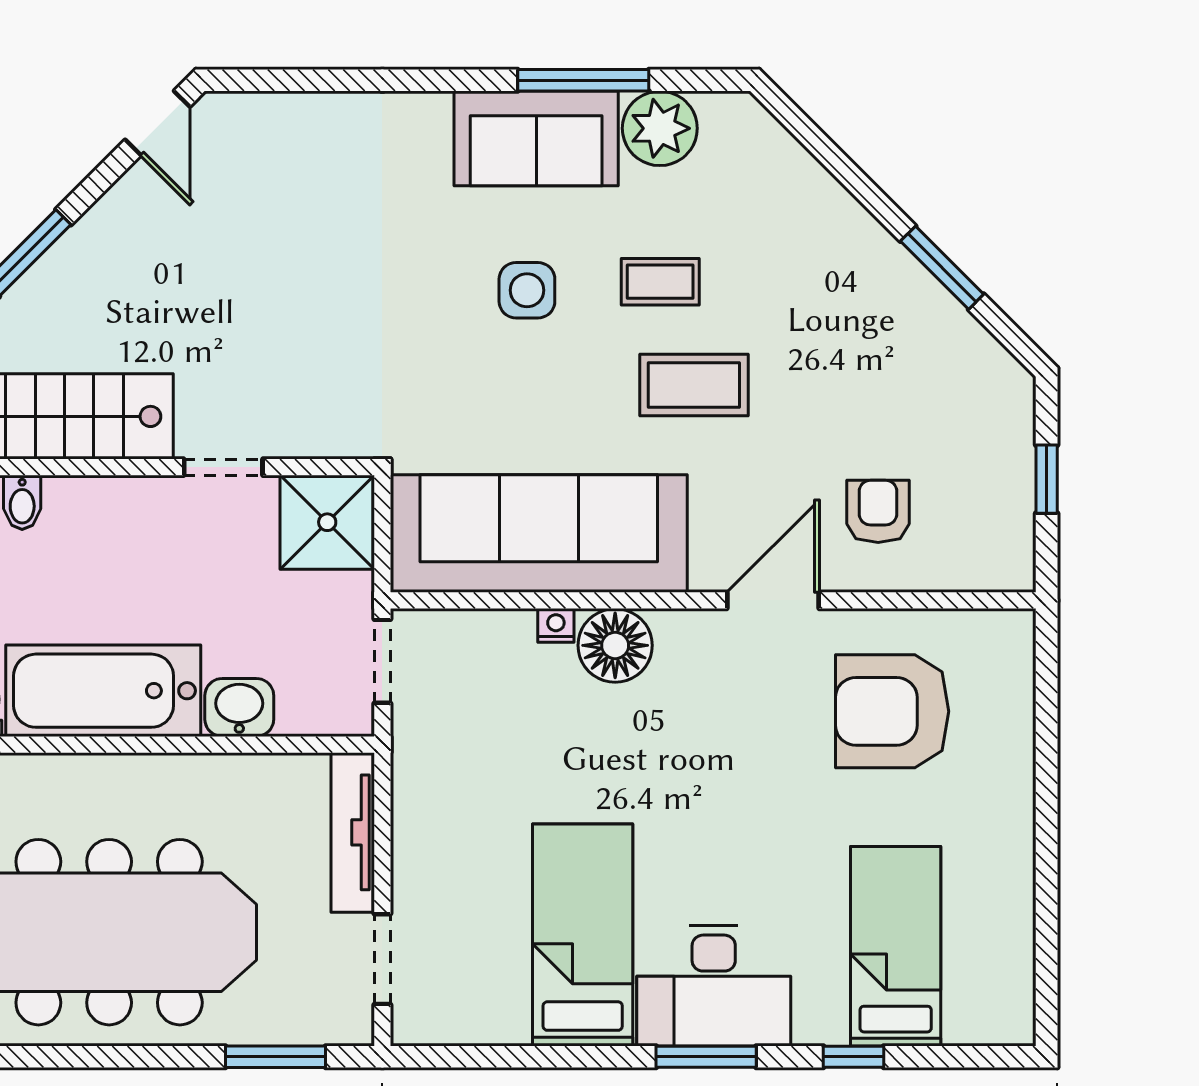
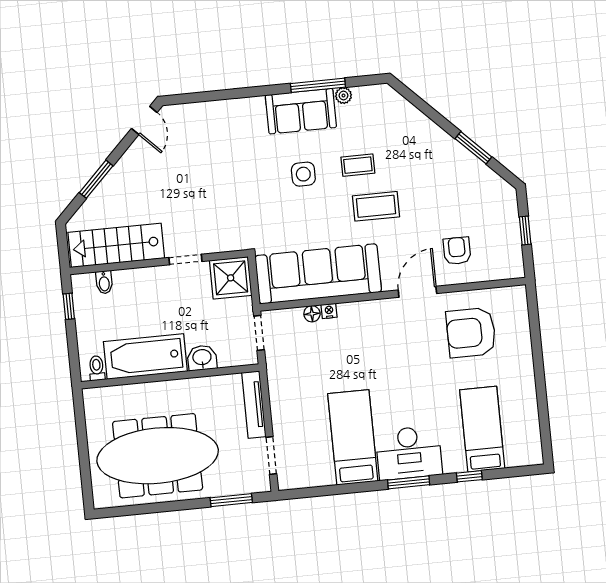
plant: (660, 128) -> (343, 95), width x0.53, depth x0.53
floor lamp: (615, 645) -> (312, 314), moved, width x0.53, depth x0.53

